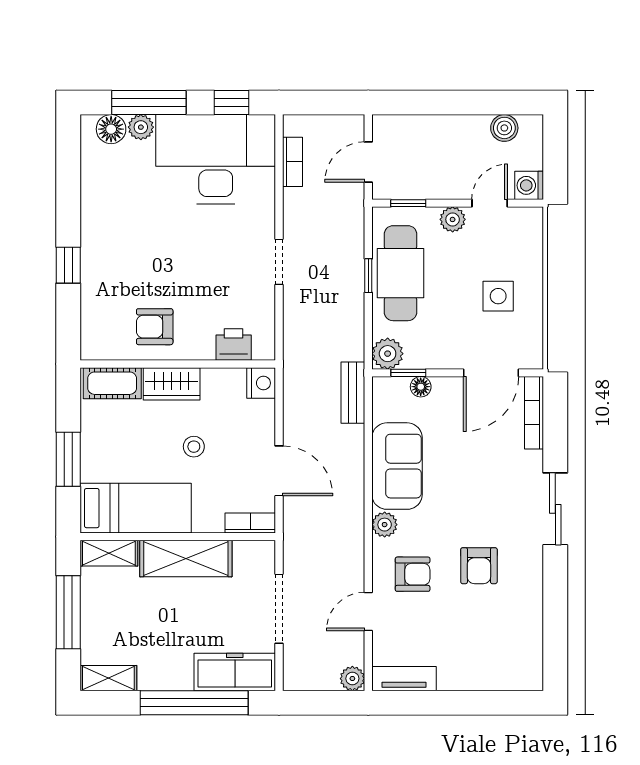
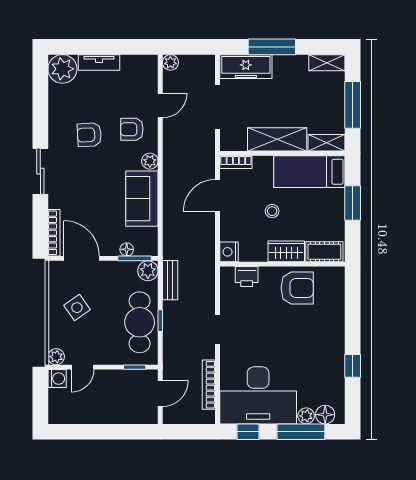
boiler: (504, 128) -> (73, 415), removed
bookcase: (292, 162) -> (209, 385), width x1.56
plant: (453, 219) -> (56, 357), moved
window: (68, 265) -> (353, 366), moved
side table: (498, 296) -> (77, 308), turned -35
armchair: (155, 327) -> (297, 288), width x1.38, depth x1.38
window: (408, 373) -> (135, 258), width x1.50
door: (491, 373) -> (82, 258), hinge flipped
bench: (353, 393) -> (170, 280), moved
door: (279, 471) -> (217, 196), hinge flipped
armchair: (479, 566) -> (89, 135), turned -93
plant: (521, 668) -> (62, 69), added
tv unit: (404, 679) -> (99, 62), moved
window: (194, 703) -> (272, 47), width x0.68

